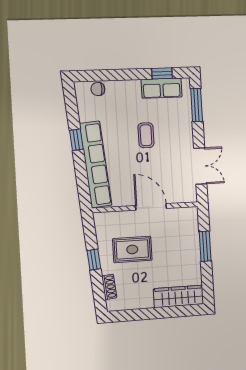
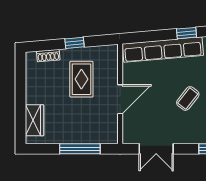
coffee table: (146, 135) -> (188, 98), turned -52
window: (205, 246) -> (80, 149), width x1.44
wardrobe: (179, 296) -> (34, 120), width x0.67

